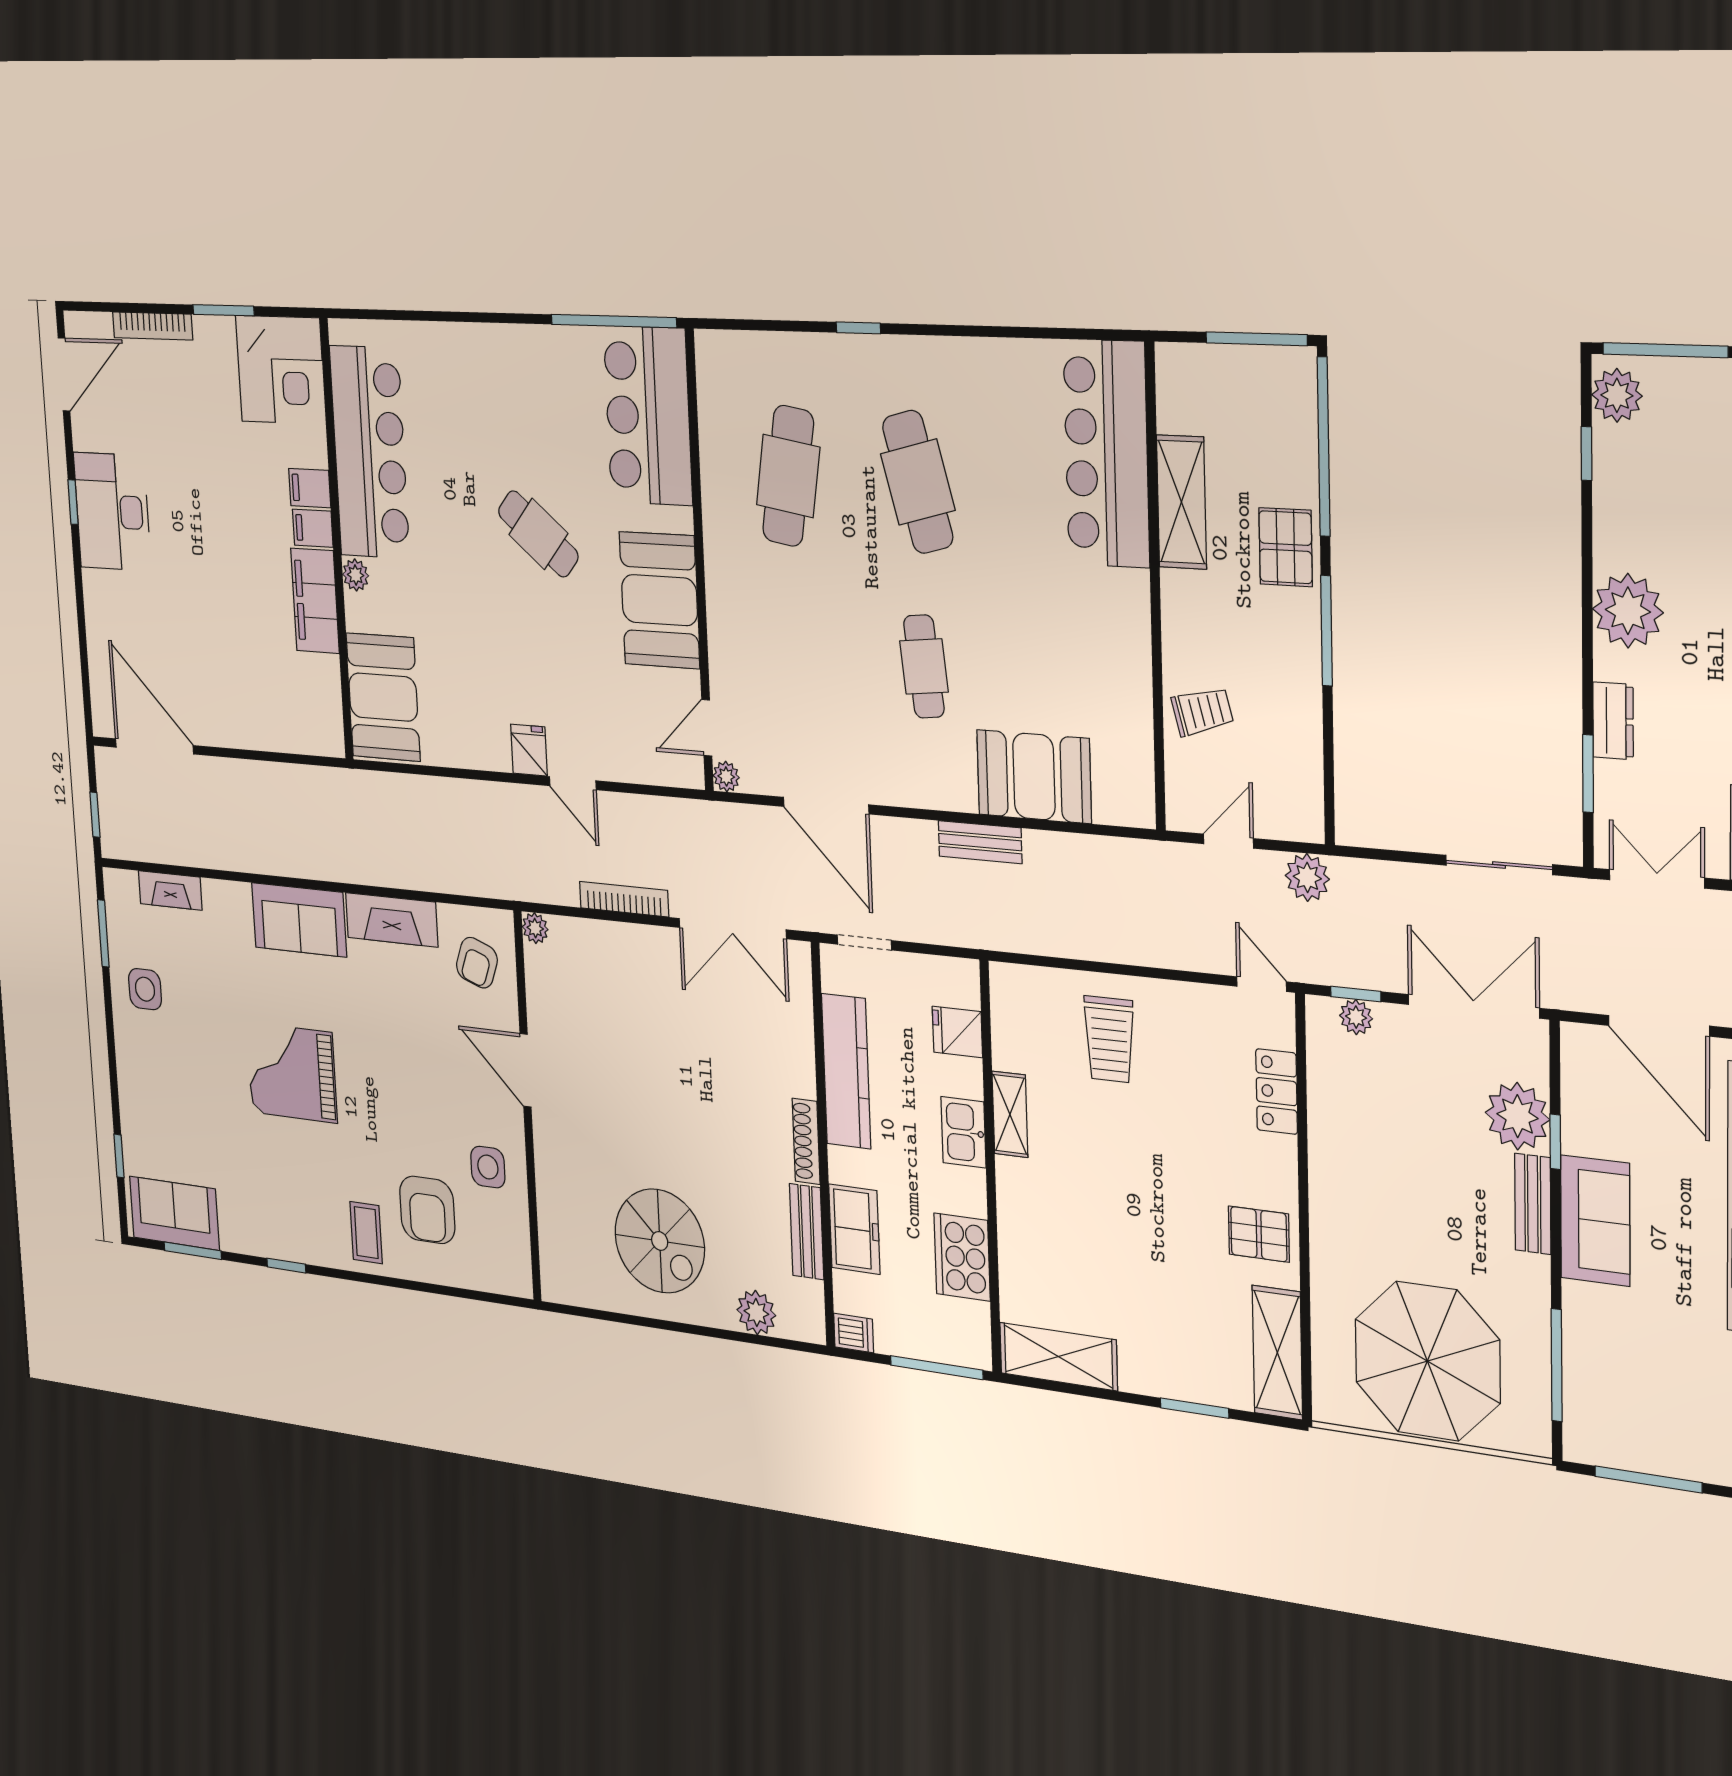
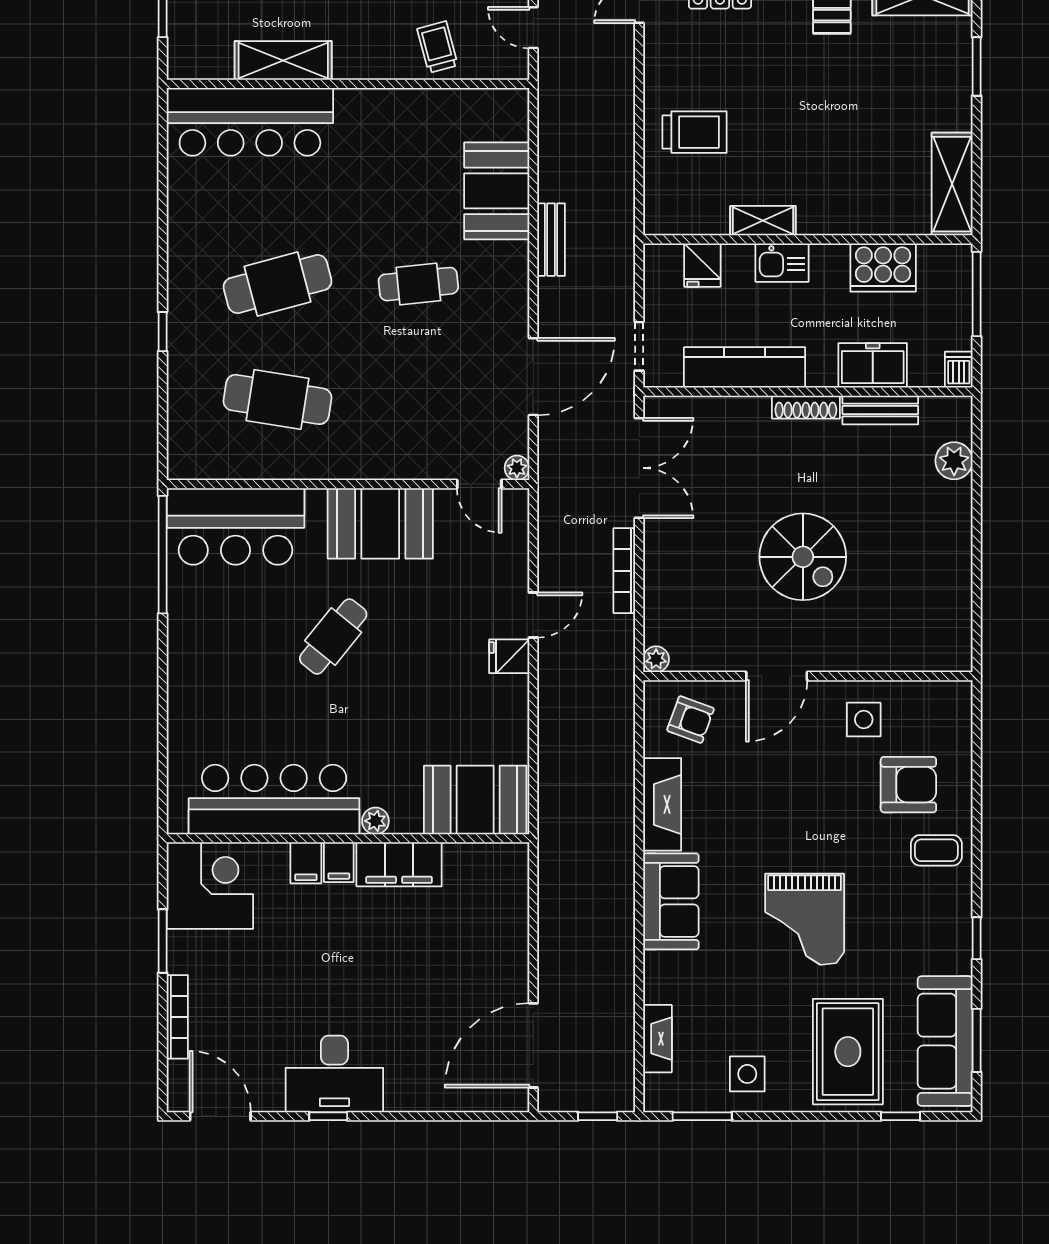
rug: (173, 1105) -> (848, 1052), added
sofa: (174, 1213) -> (945, 1041), width x1.36
spiral stairs: (660, 1241) -> (803, 557), moved, turned 90

